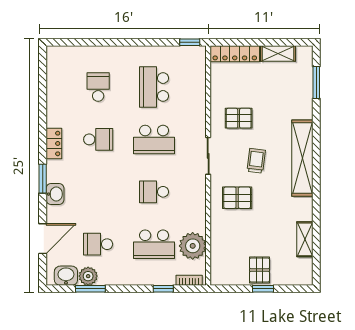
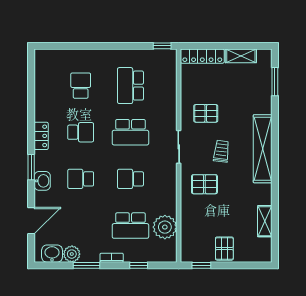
school desk: (98, 244) -> (81, 179), moved
bookcase: (189, 280) -> (112, 258), moved
window: (90, 289) -> (87, 265), moved
window: (263, 289) -> (201, 265), moved

